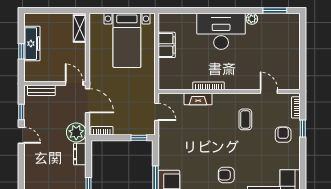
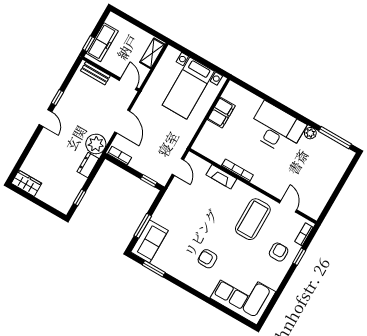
window: (275, 11) -> (335, 138), width x1.44
wall: (55, 83) -> (111, 74), moved
door: (74, 83) -> (128, 84), moved
bench: (41, 90) -> (95, 73), moved
coffee table: (245, 119) -> (253, 219), width x1.86, depth x1.72

